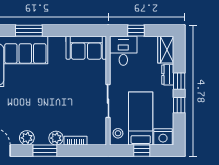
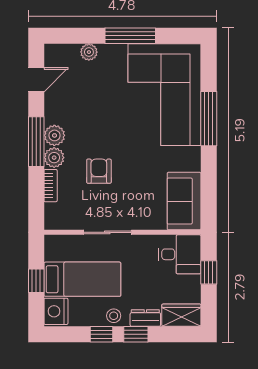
window: (29, 31) -> (209, 119), width x1.44
armchair: (65, 107) -> (99, 171), added
stool: (118, 133) -> (114, 316), moved
plant: (27, 138) -> (54, 135), moved
window: (45, 151) -> (36, 142), width x1.44

